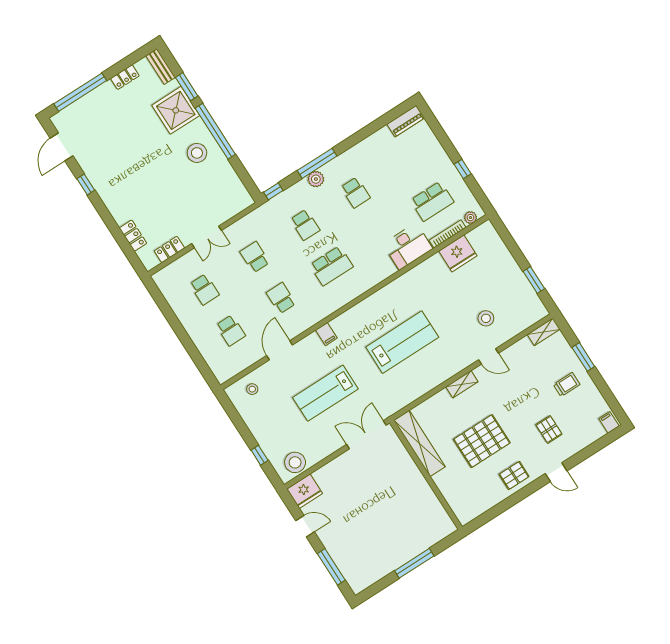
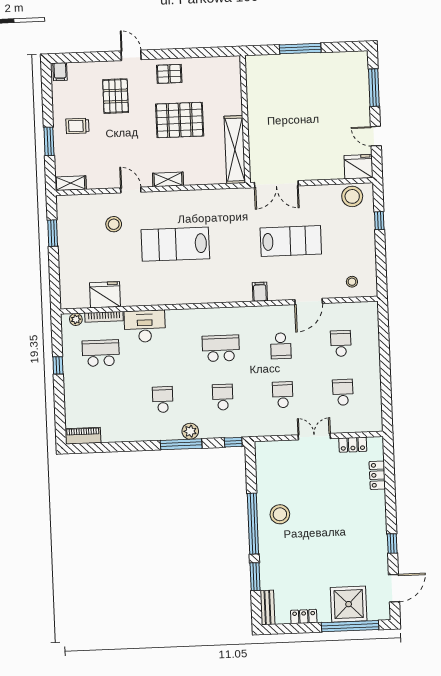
shower: (176, 110) -> (349, 604), moved
school desk: (255, 257) -> (283, 395), turned 180
lab bench: (402, 342) -> (175, 244), moved
pallet: (549, 429) -> (116, 96), width x1.50, depth x1.42

